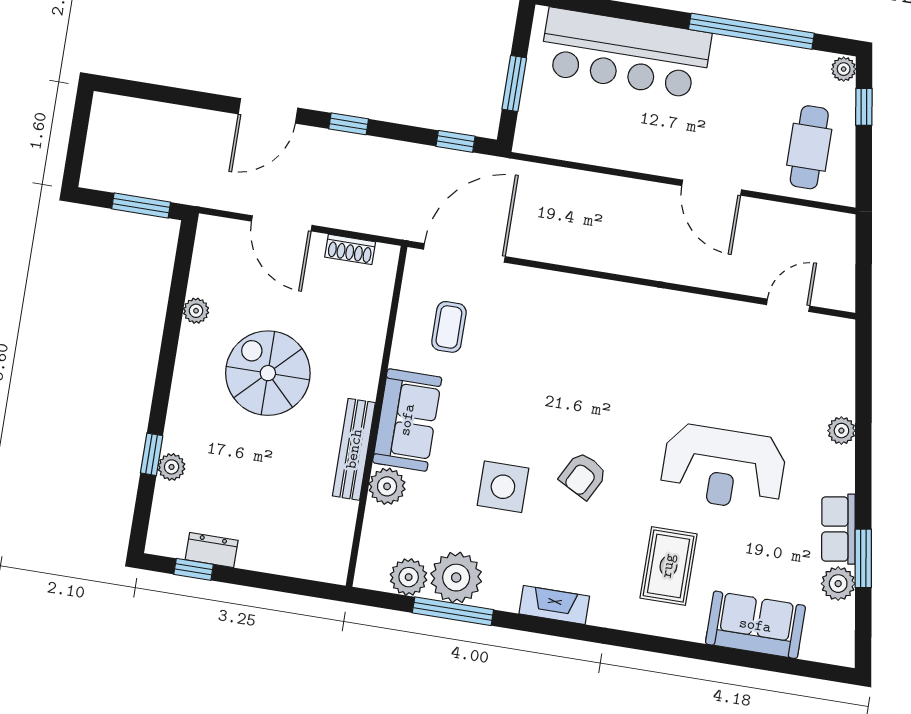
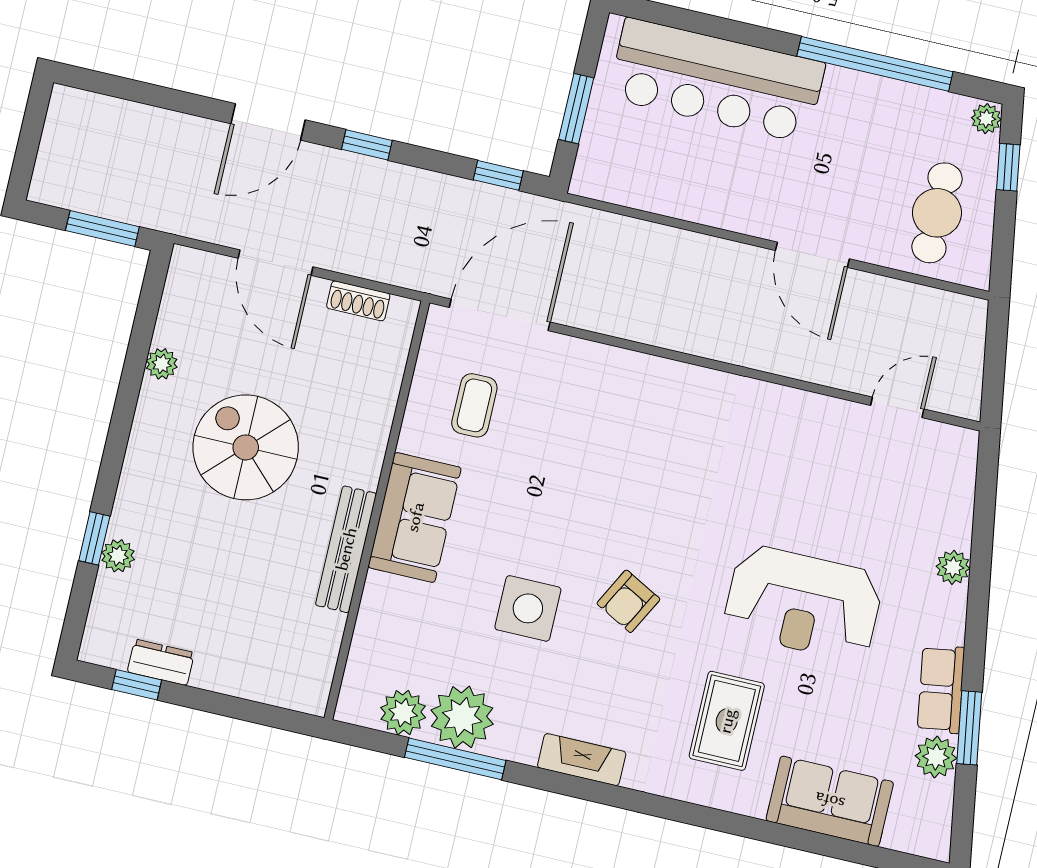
plant: (387, 486) -> (384, 598), removed

